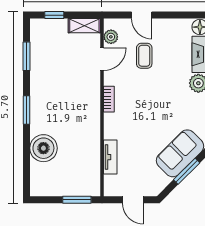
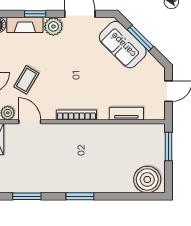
coffee table: (144, 56) -> (26, 80), turned -59
bookcase: (109, 99) -> (76, 115), width x1.56
boiler: (43, 148) -> (147, 179), moved

